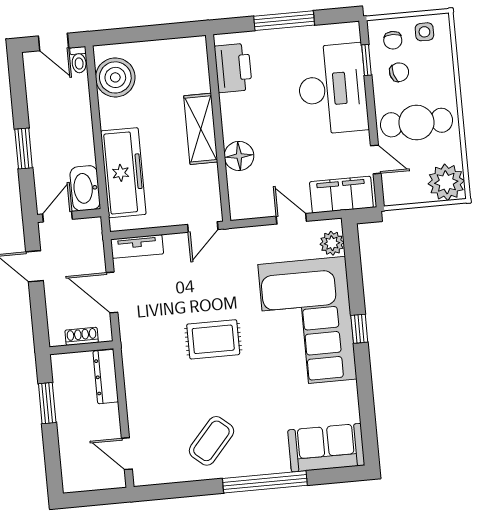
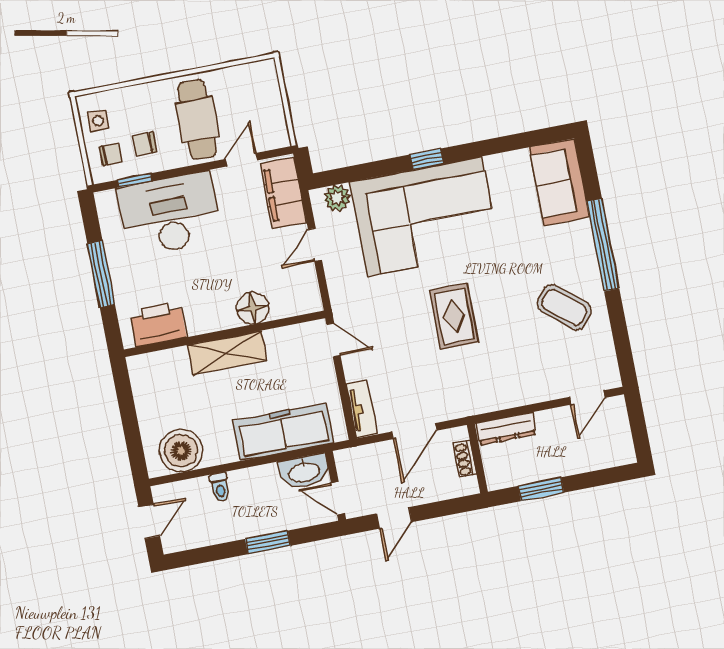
toilet: (79, 60) -> (220, 487), moved, turned 90
chair: (399, 72) -> (145, 144), turned -74
plant: (446, 182) -> (259, 81), removed

